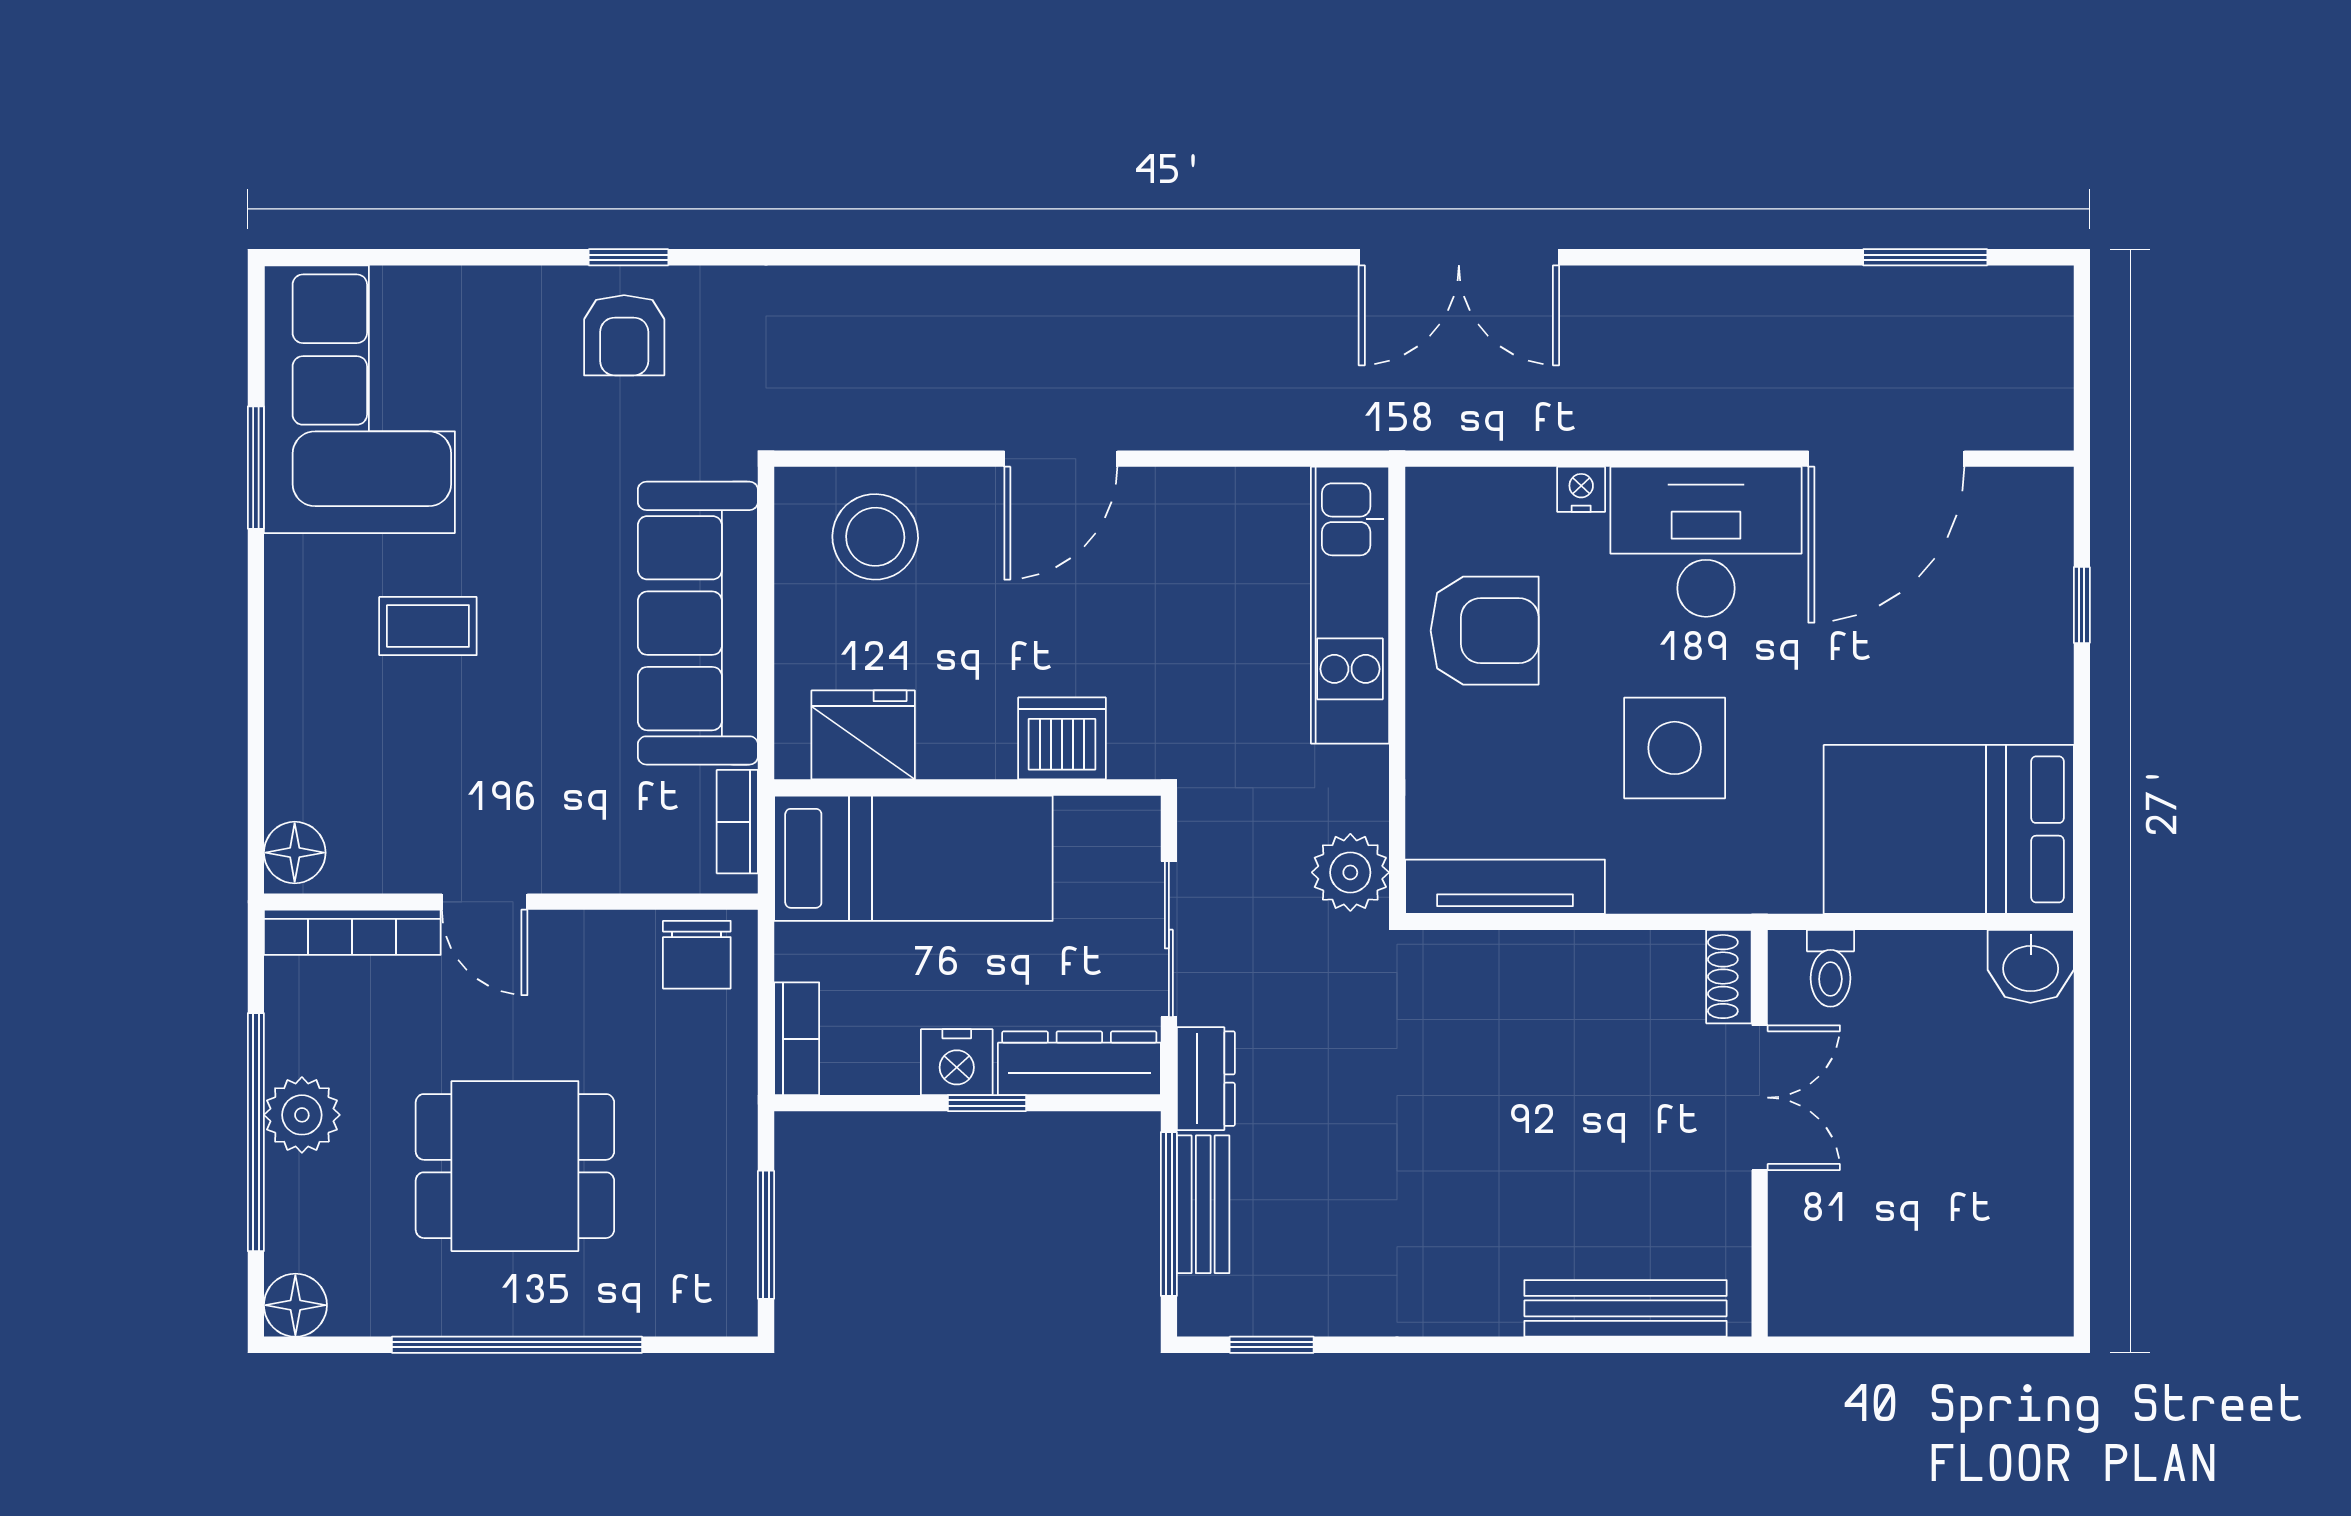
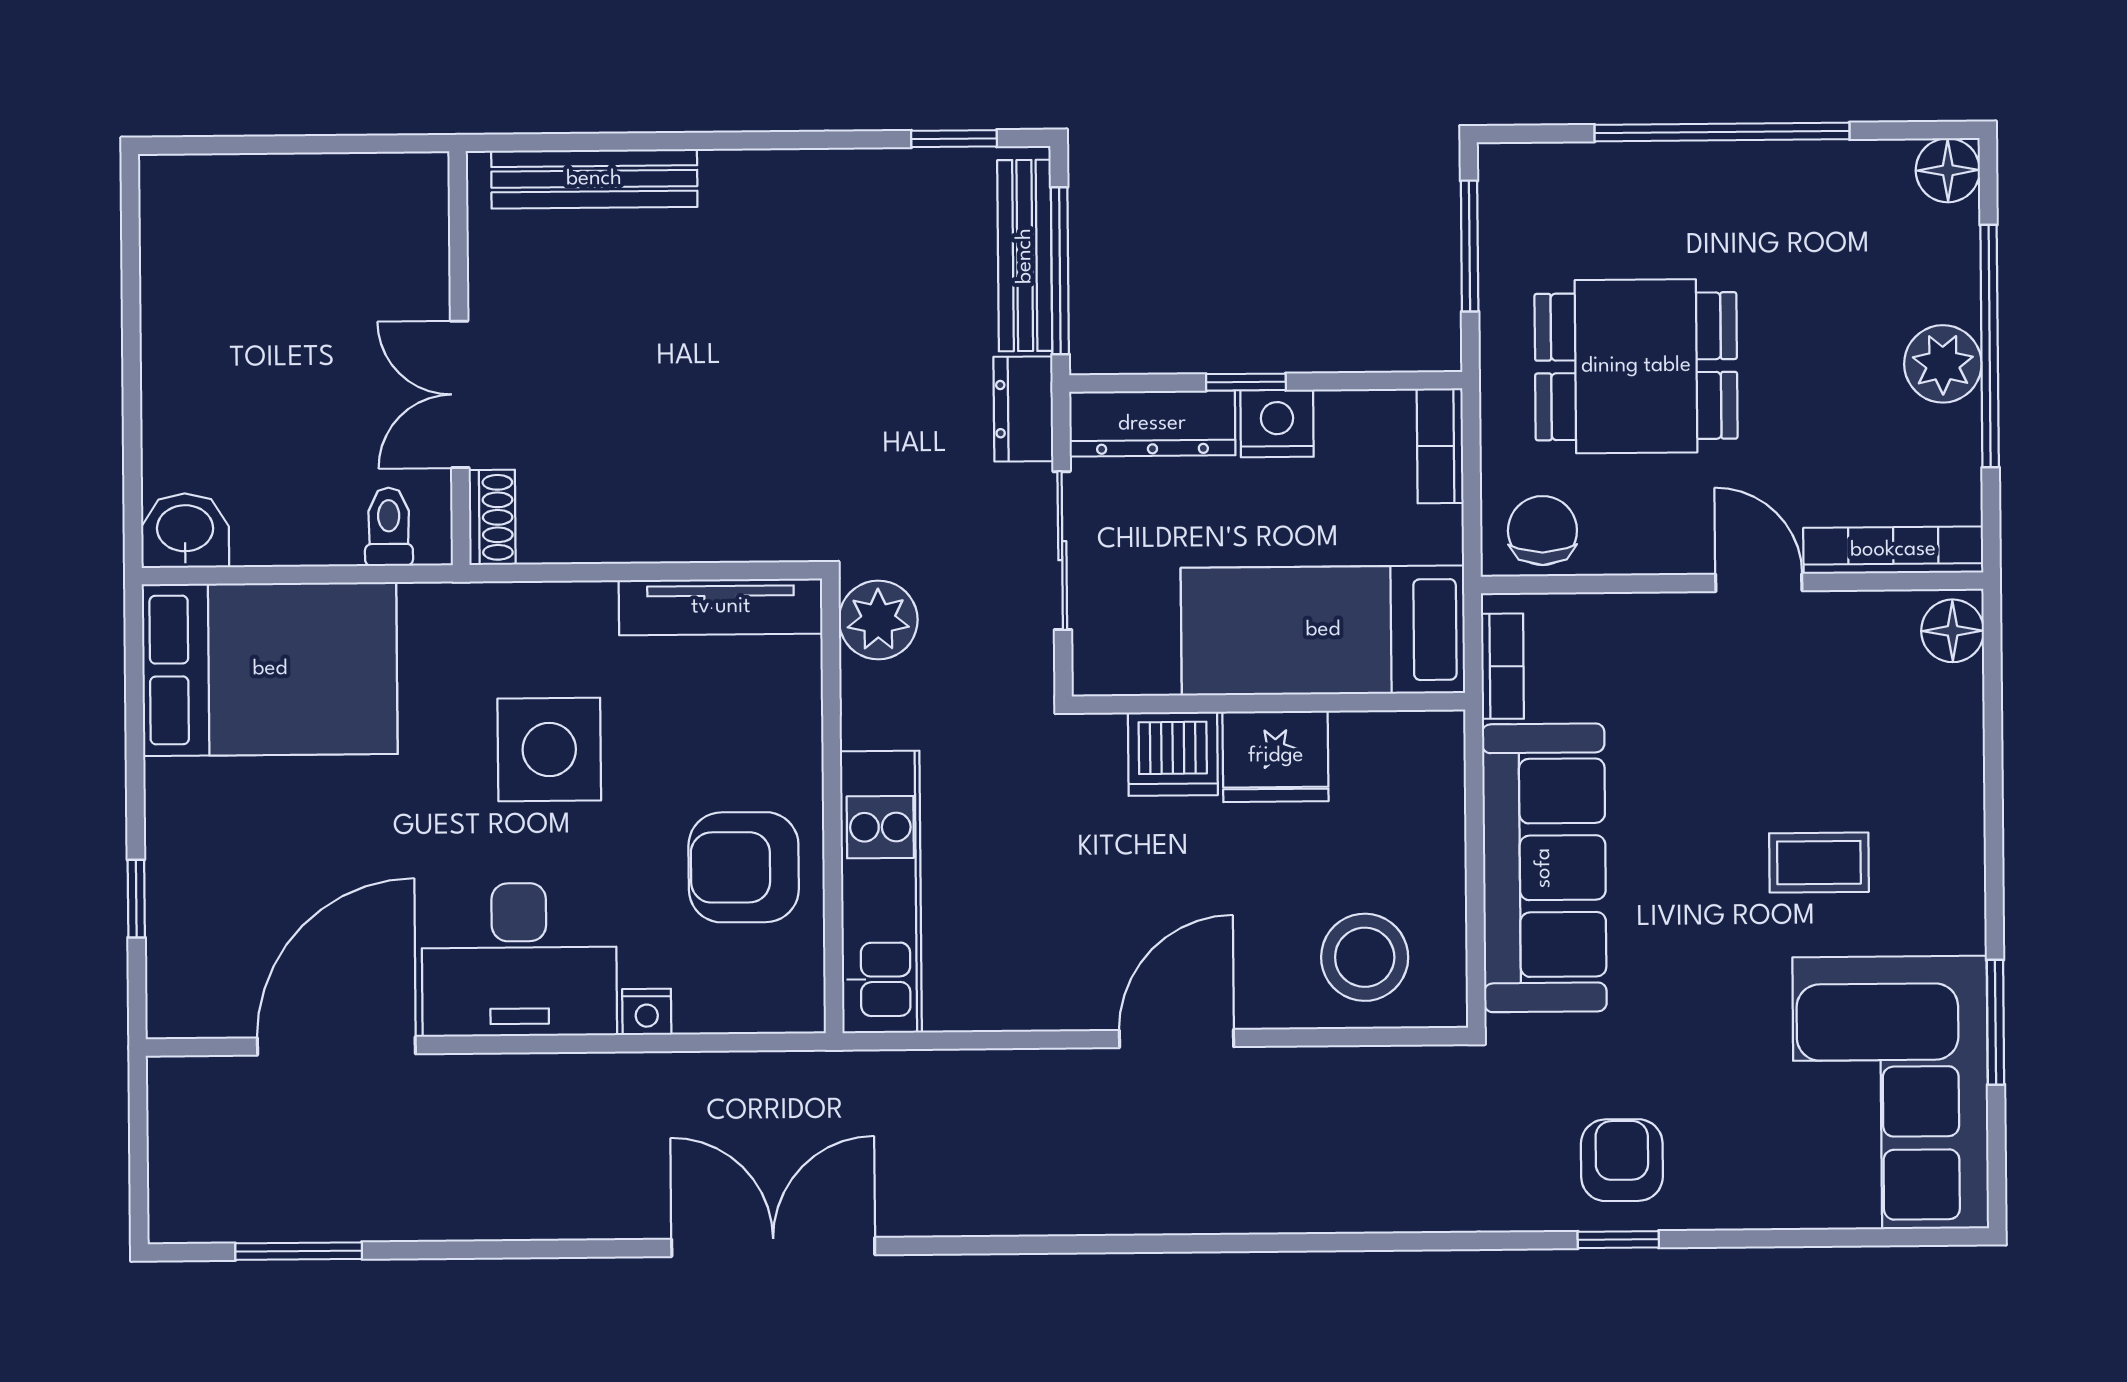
fridge: (863, 735) -> (1276, 756), moved
dining table: (515, 1166) -> (1636, 366), moved
bench: (1203, 1204) -> (1025, 256), width x1.36

